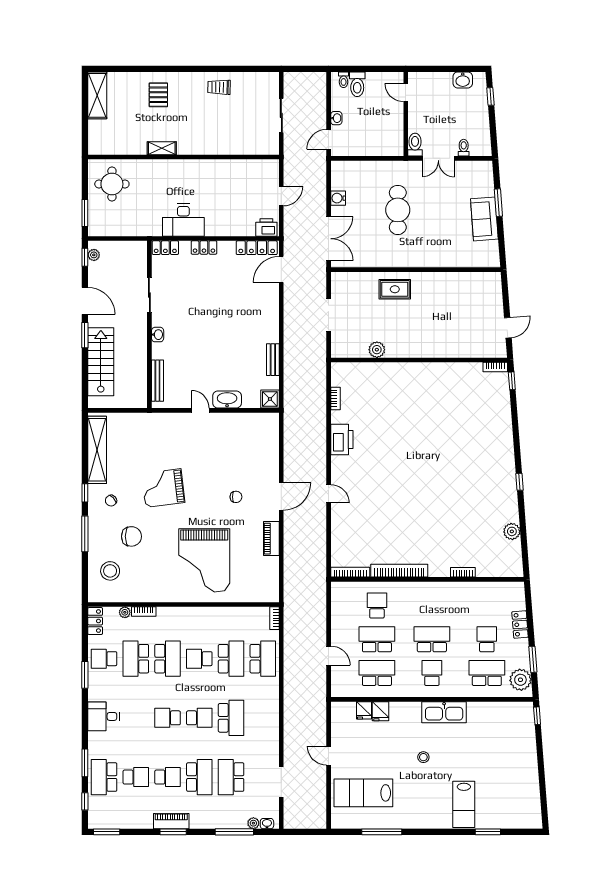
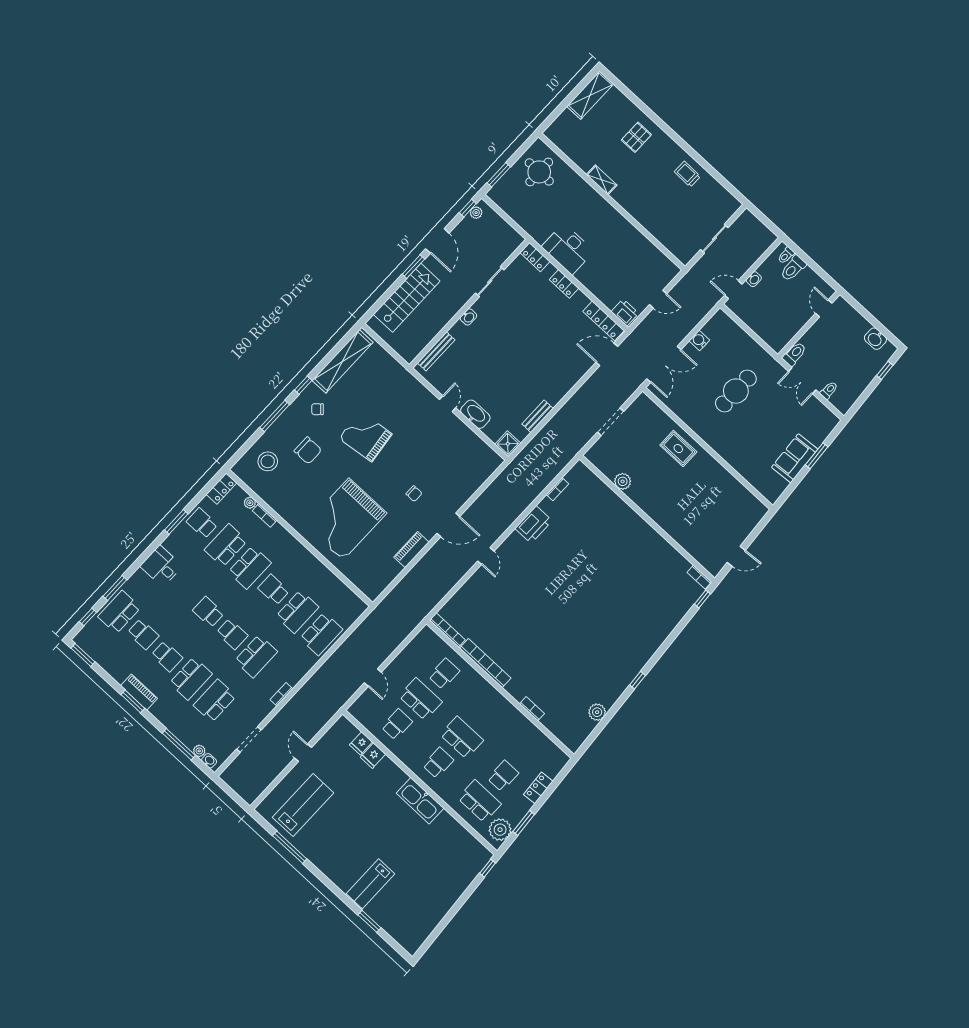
bookcase: (274, 618) -> (281, 694), moved
school desk: (377, 673) -> (397, 724), width x0.54
stool: (423, 757) -> (373, 820), removed
lab bench: (363, 793) -> (303, 805), turned 90

